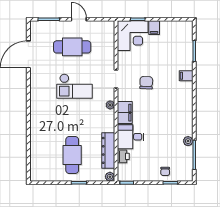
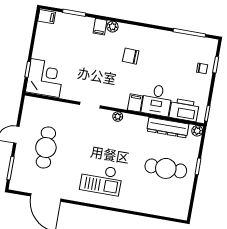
filing cabinet: (154, 28) -> (47, 17), moved
chair: (146, 83) -> (131, 56), moved
checkout: (74, 86) -> (101, 179), moved, turned 90
filing cabinet: (125, 113) -> (135, 103), width x0.50
plant: (188, 141) -> (112, 27), moved
printer: (123, 156) -> (184, 110), width x1.87, depth x1.48

